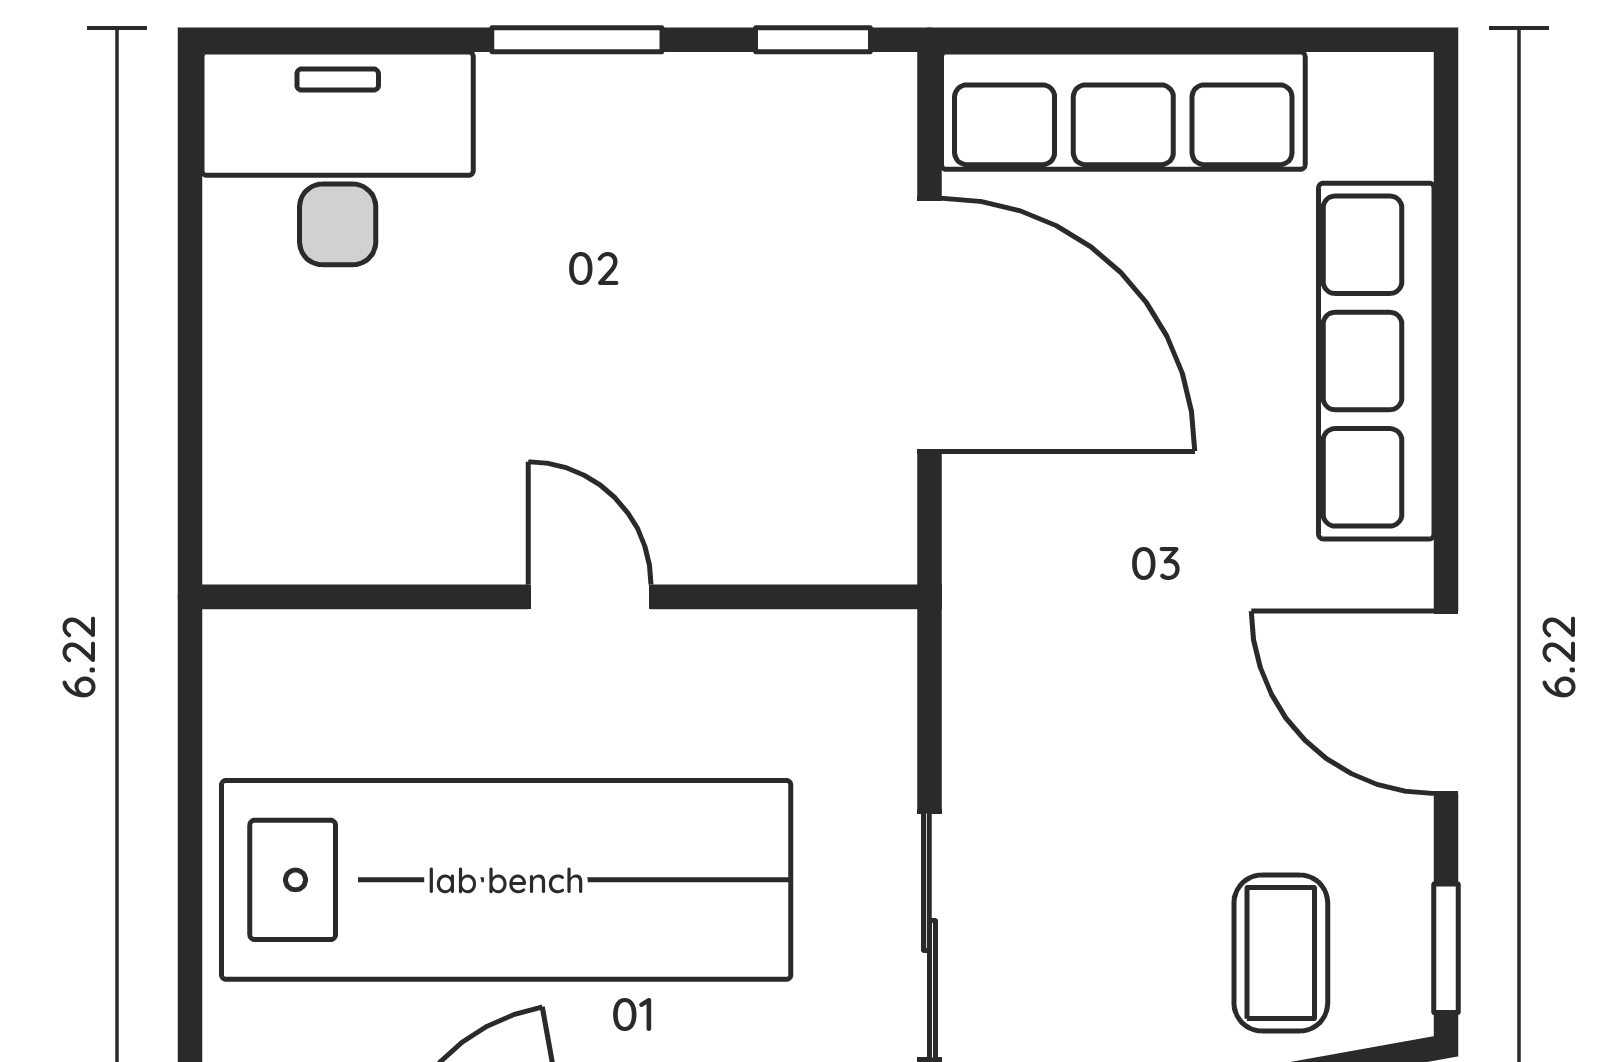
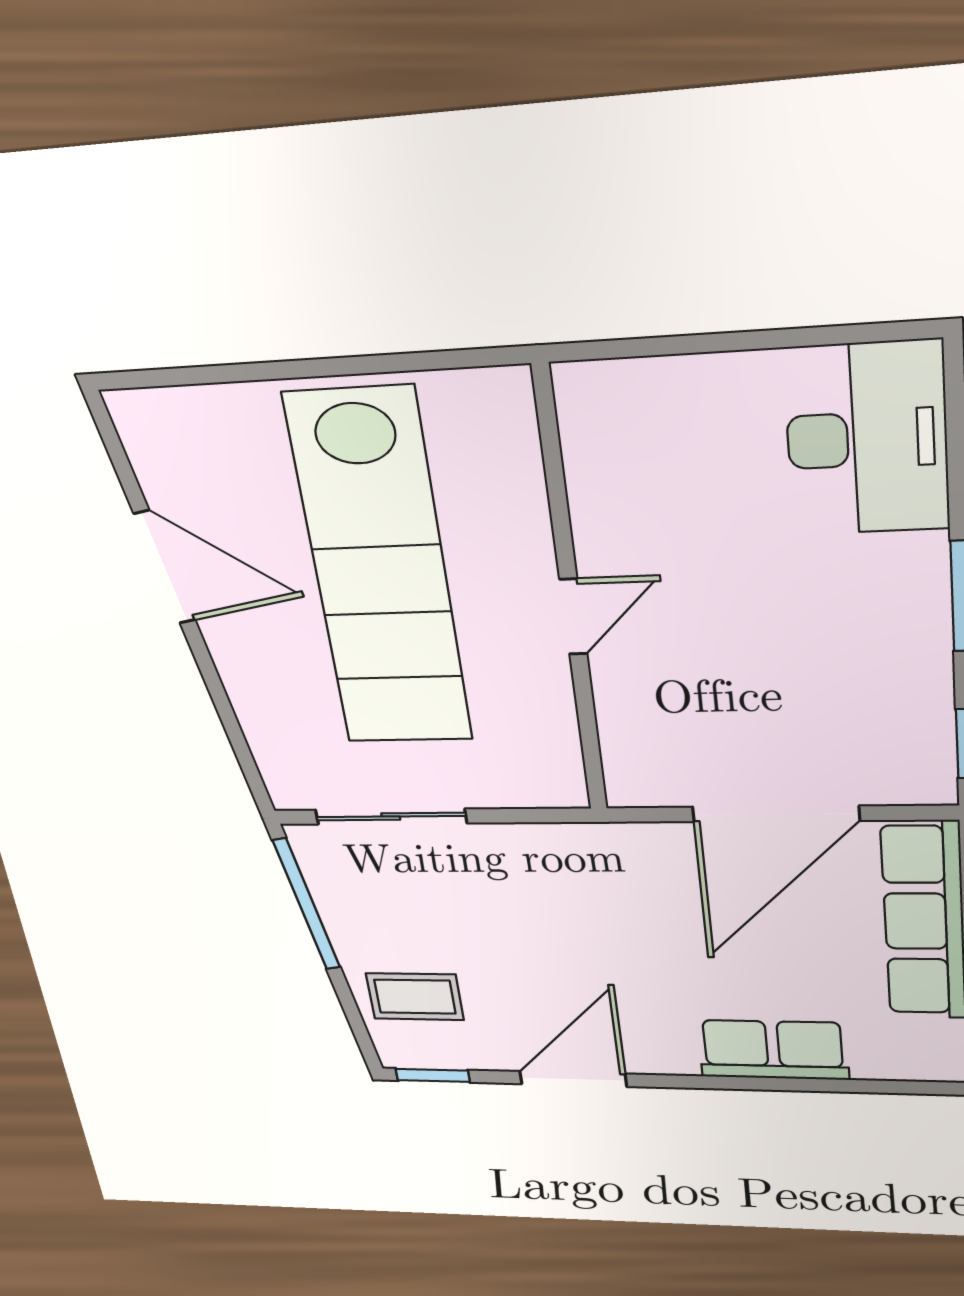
row of seats: (1376, 361) -> (773, 1050), width x0.68

